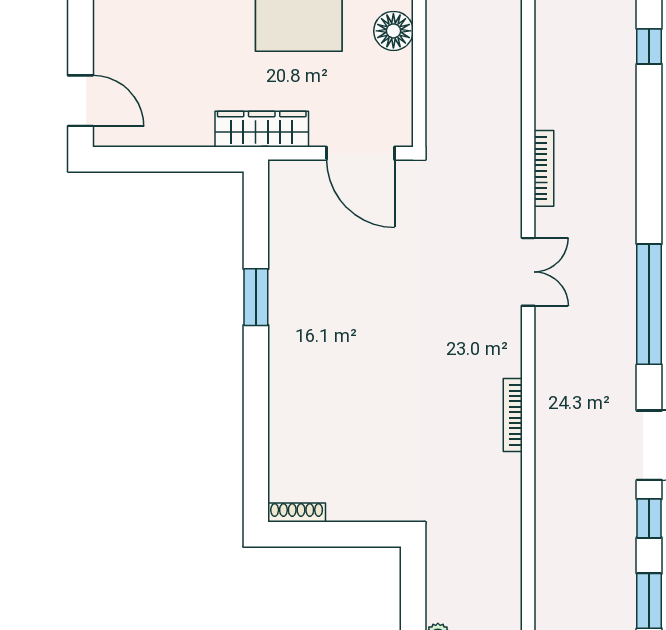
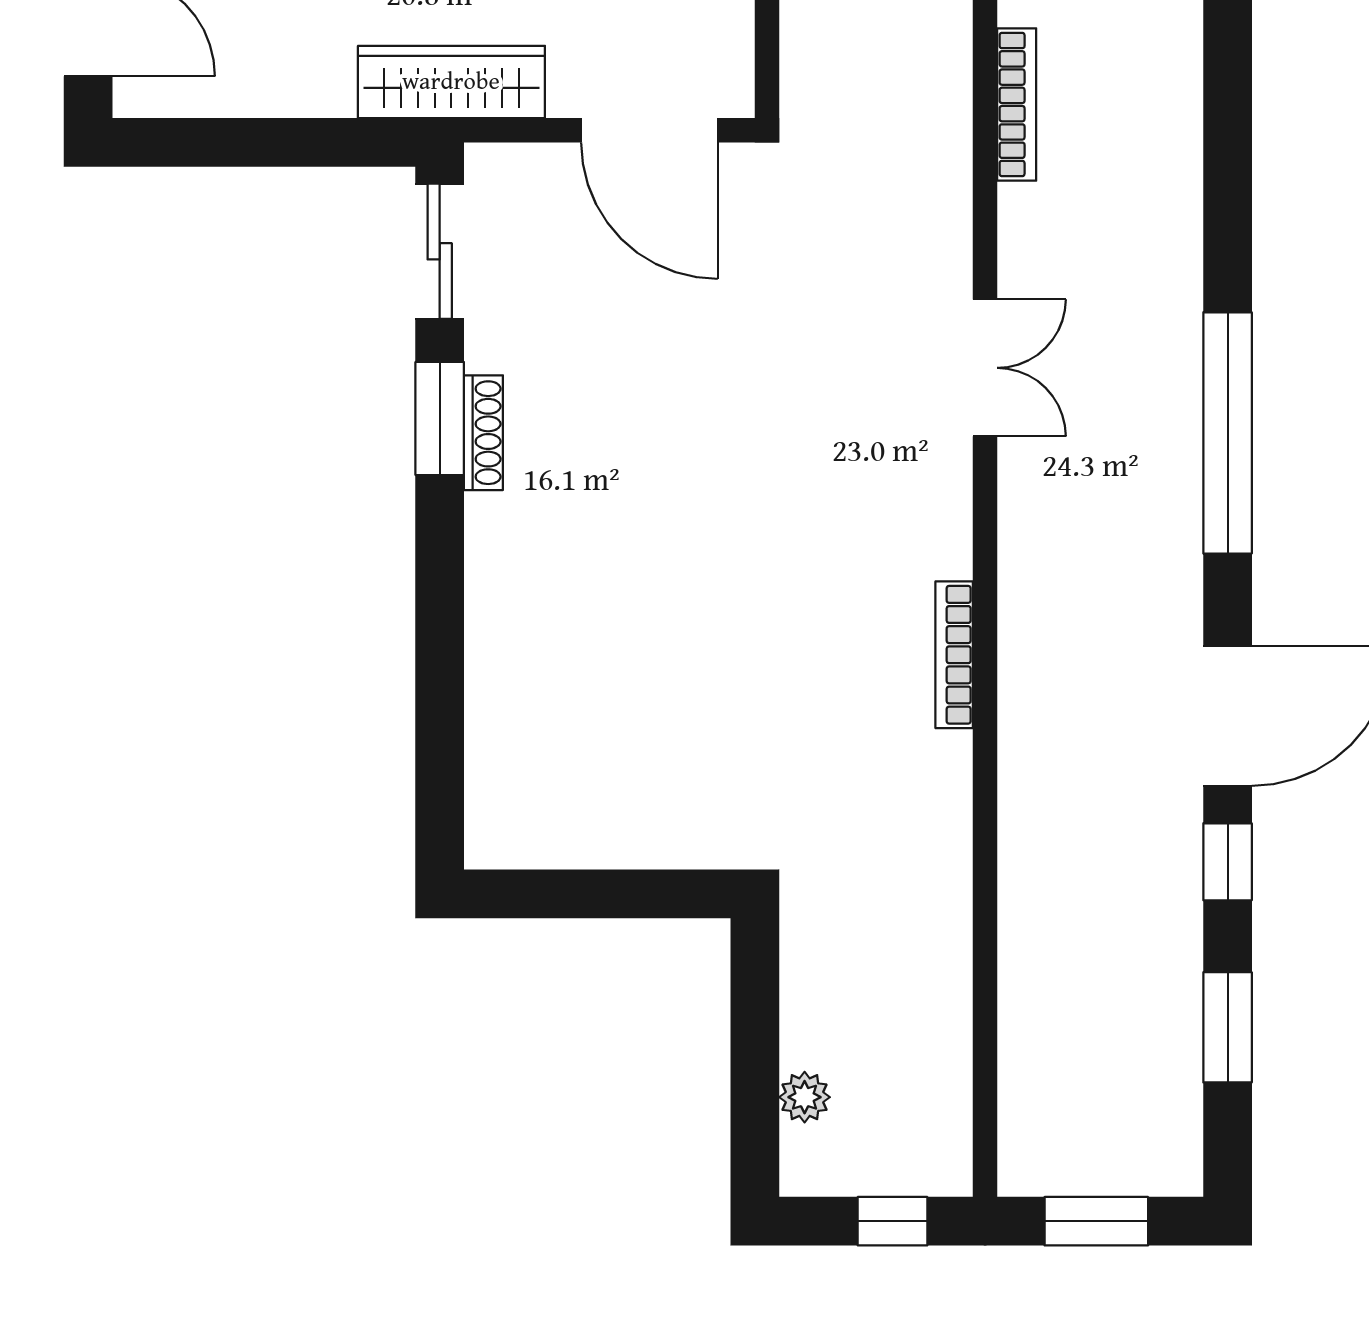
bookcase: (544, 168) -> (1017, 105), moved
sliding door: (256, 214) -> (440, 251), added
shoe rack: (297, 512) -> (483, 433), moved, turned 90

